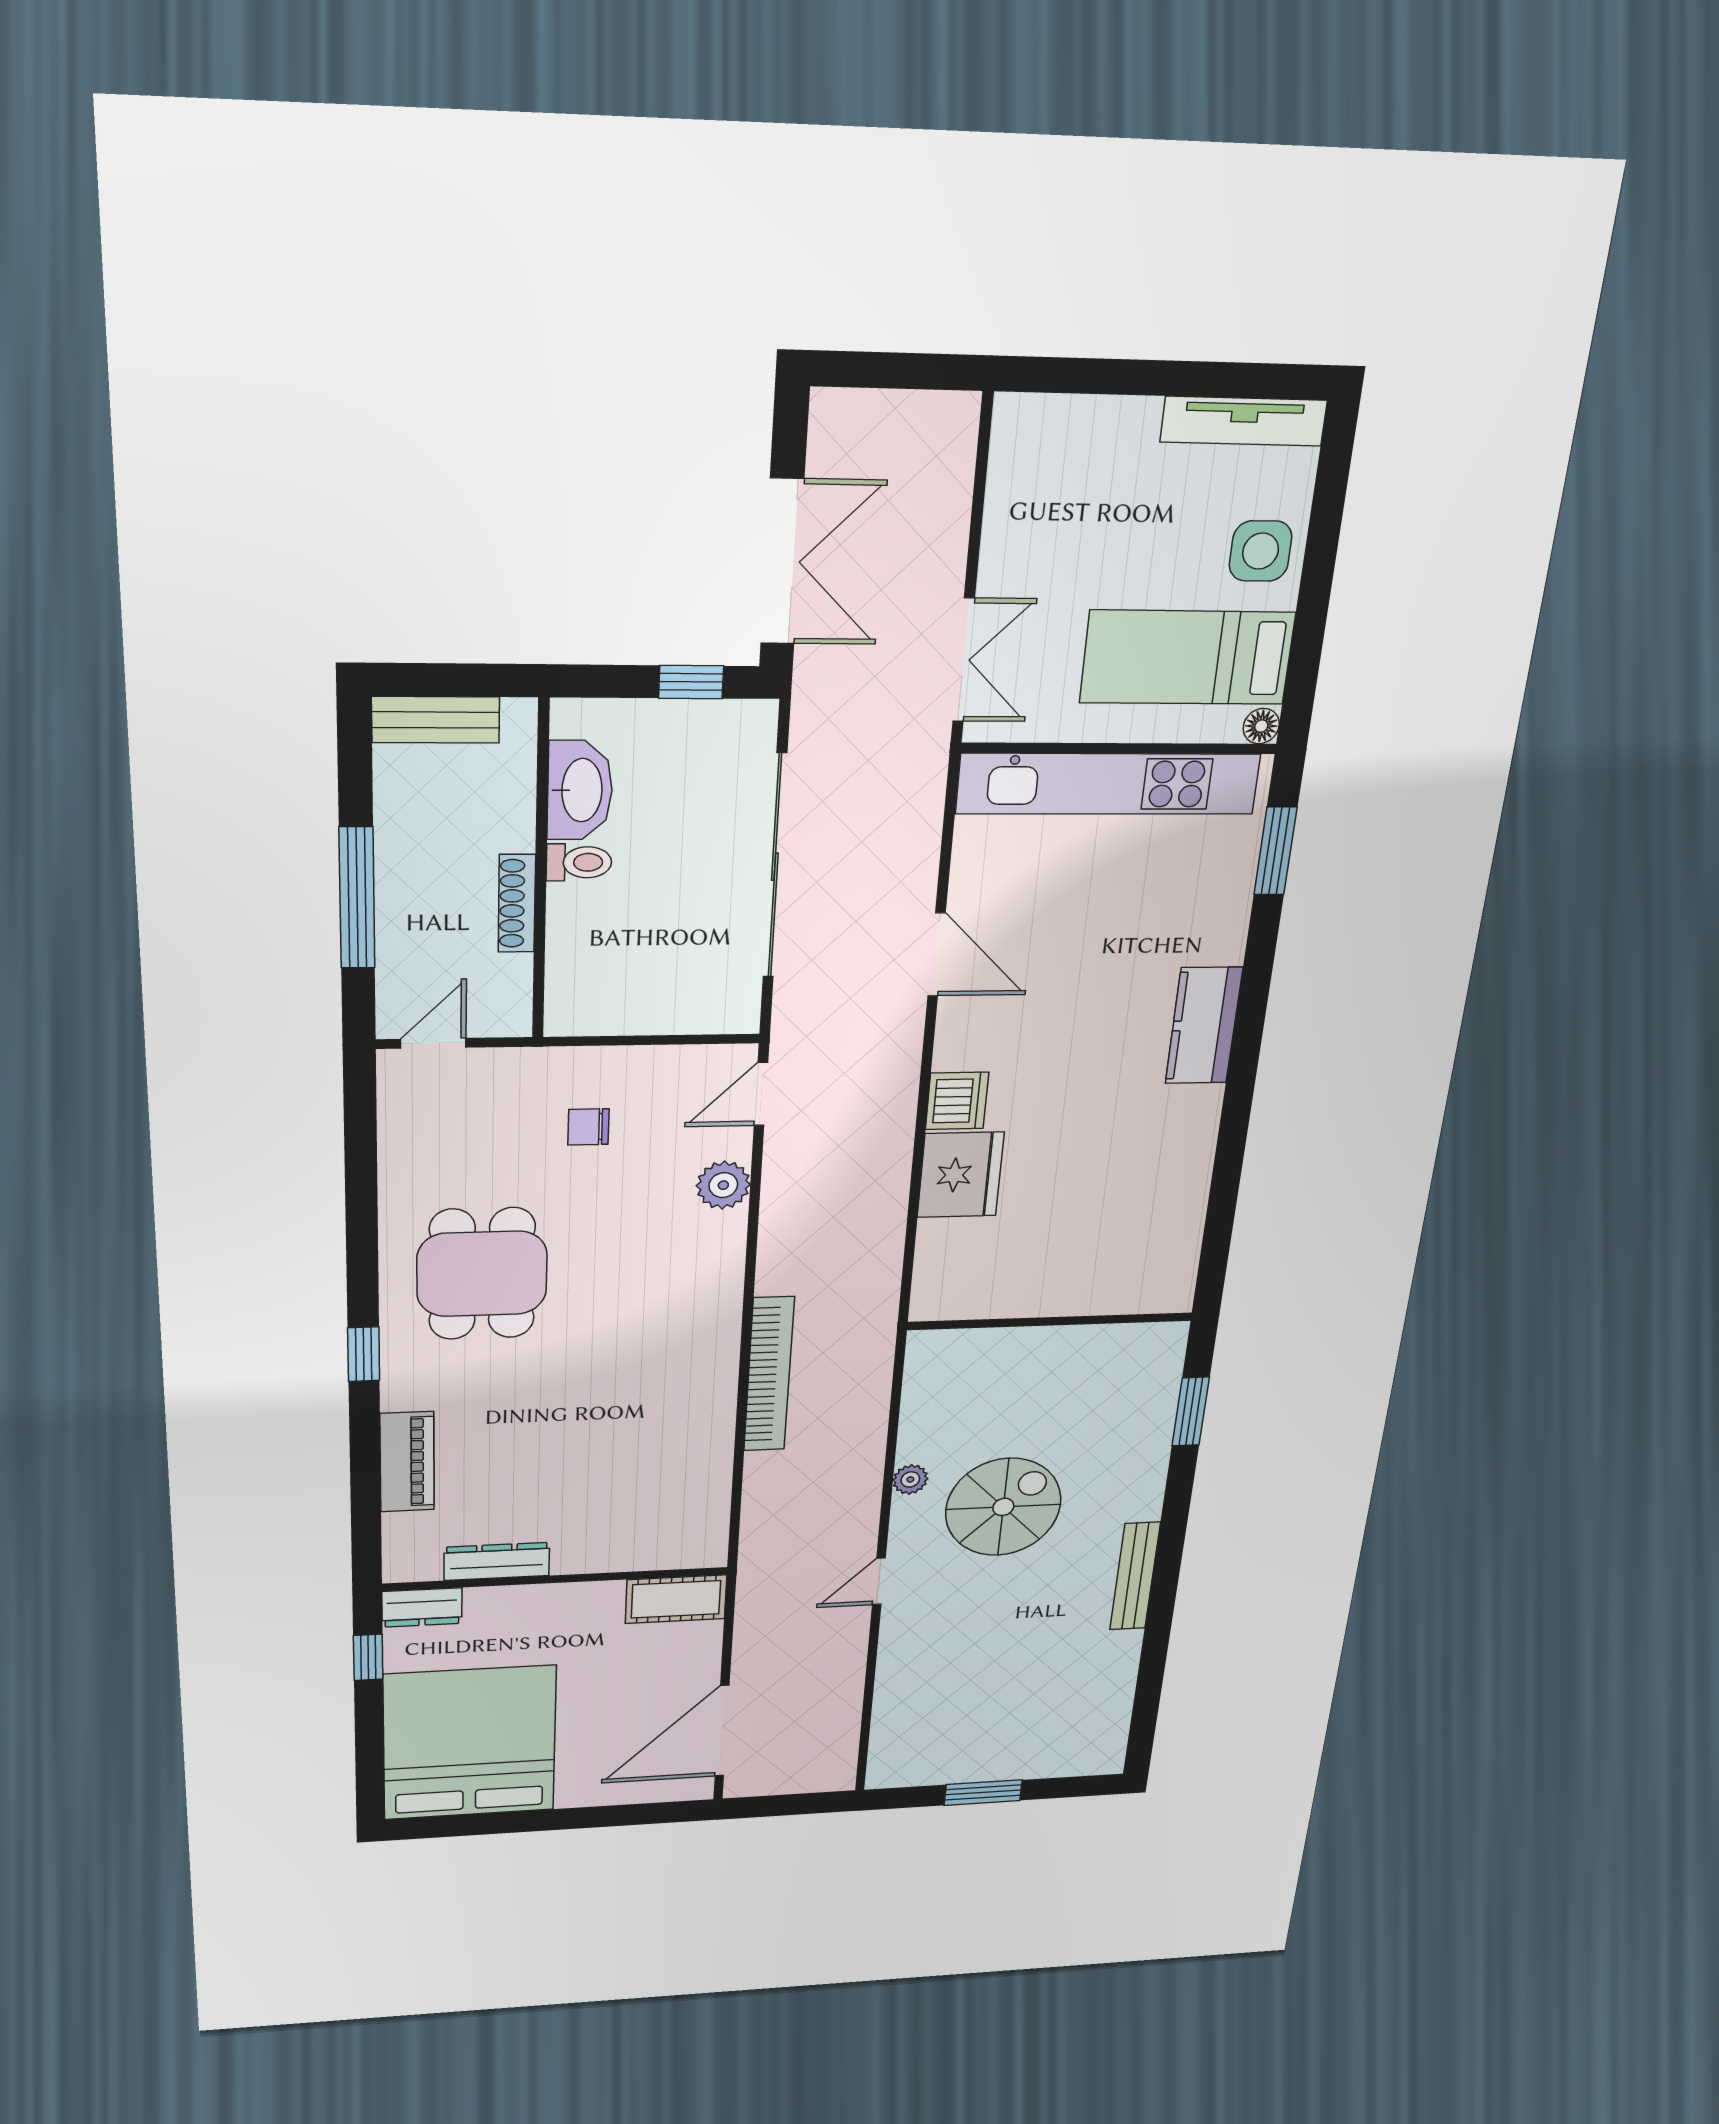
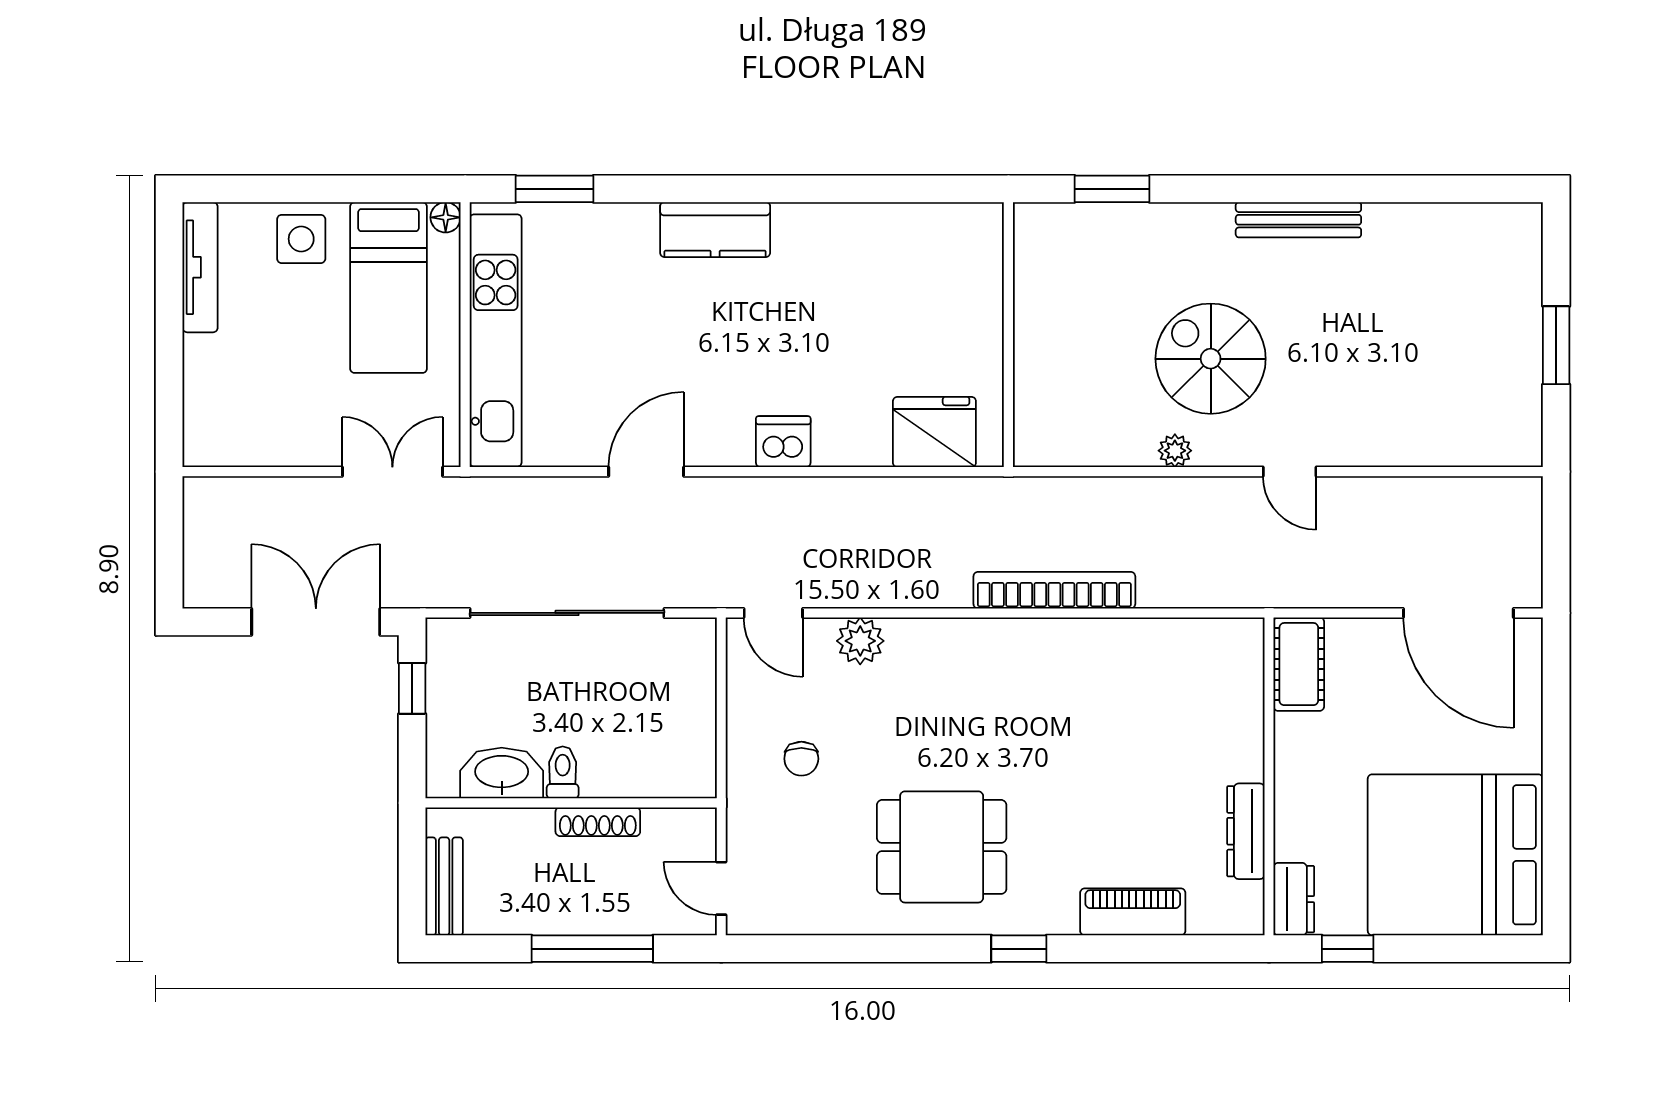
fridge: (961, 1175) -> (934, 432), moved

